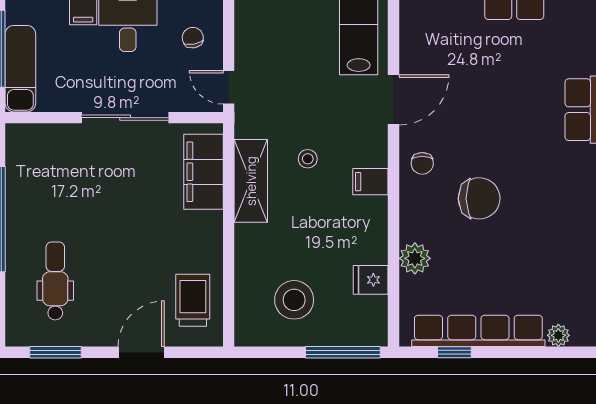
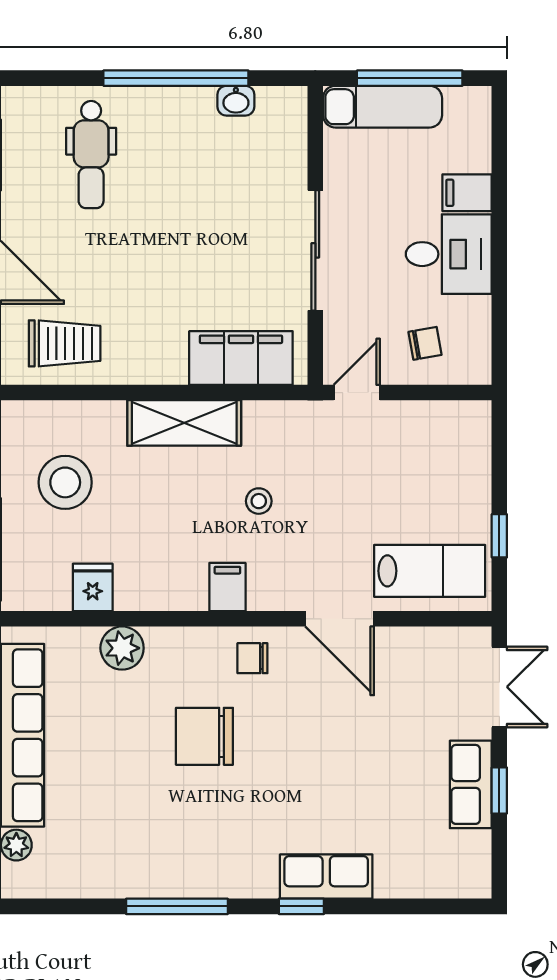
washbasin: (16, 175) -> (236, 101), added
shelving: (251, 181) -> (184, 423), moved
chair: (479, 198) -> (204, 736), turned 91
dental chair: (55, 281) -> (91, 155), turned 90

